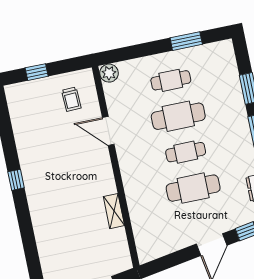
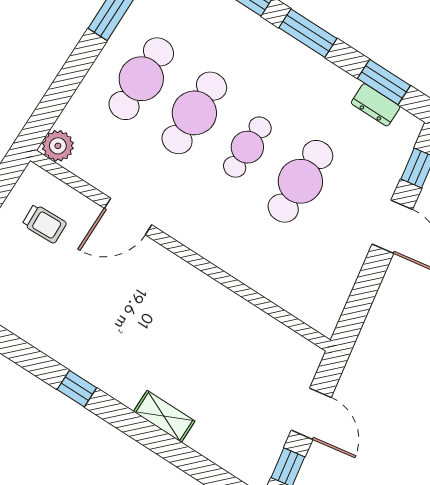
cafe table: (171, 80) -> (141, 79), width x1.37, depth x1.35
shelving: (114, 211) -> (164, 416), moved

